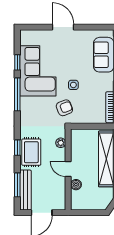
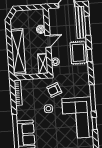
shelving: (76, 141) -> (43, 64), added
door: (68, 169) -> (48, 41), hinge flipped

